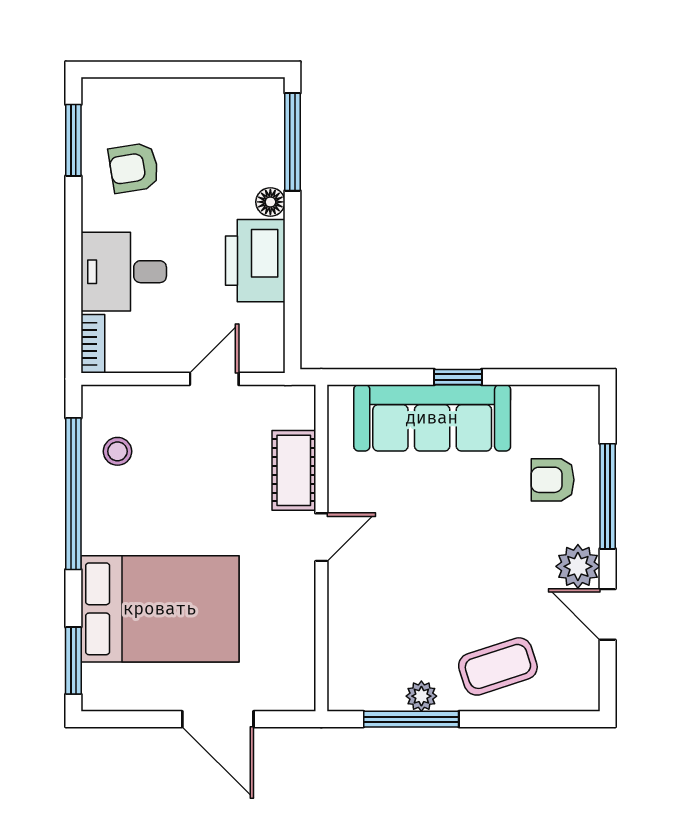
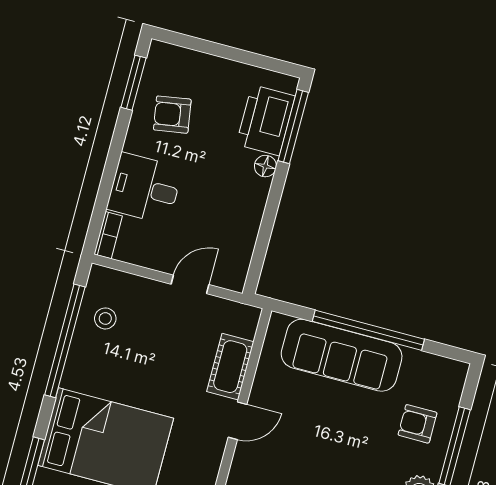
printer: (255, 261) -> (266, 120), moved
window: (458, 377) -> (368, 330), width x3.17

